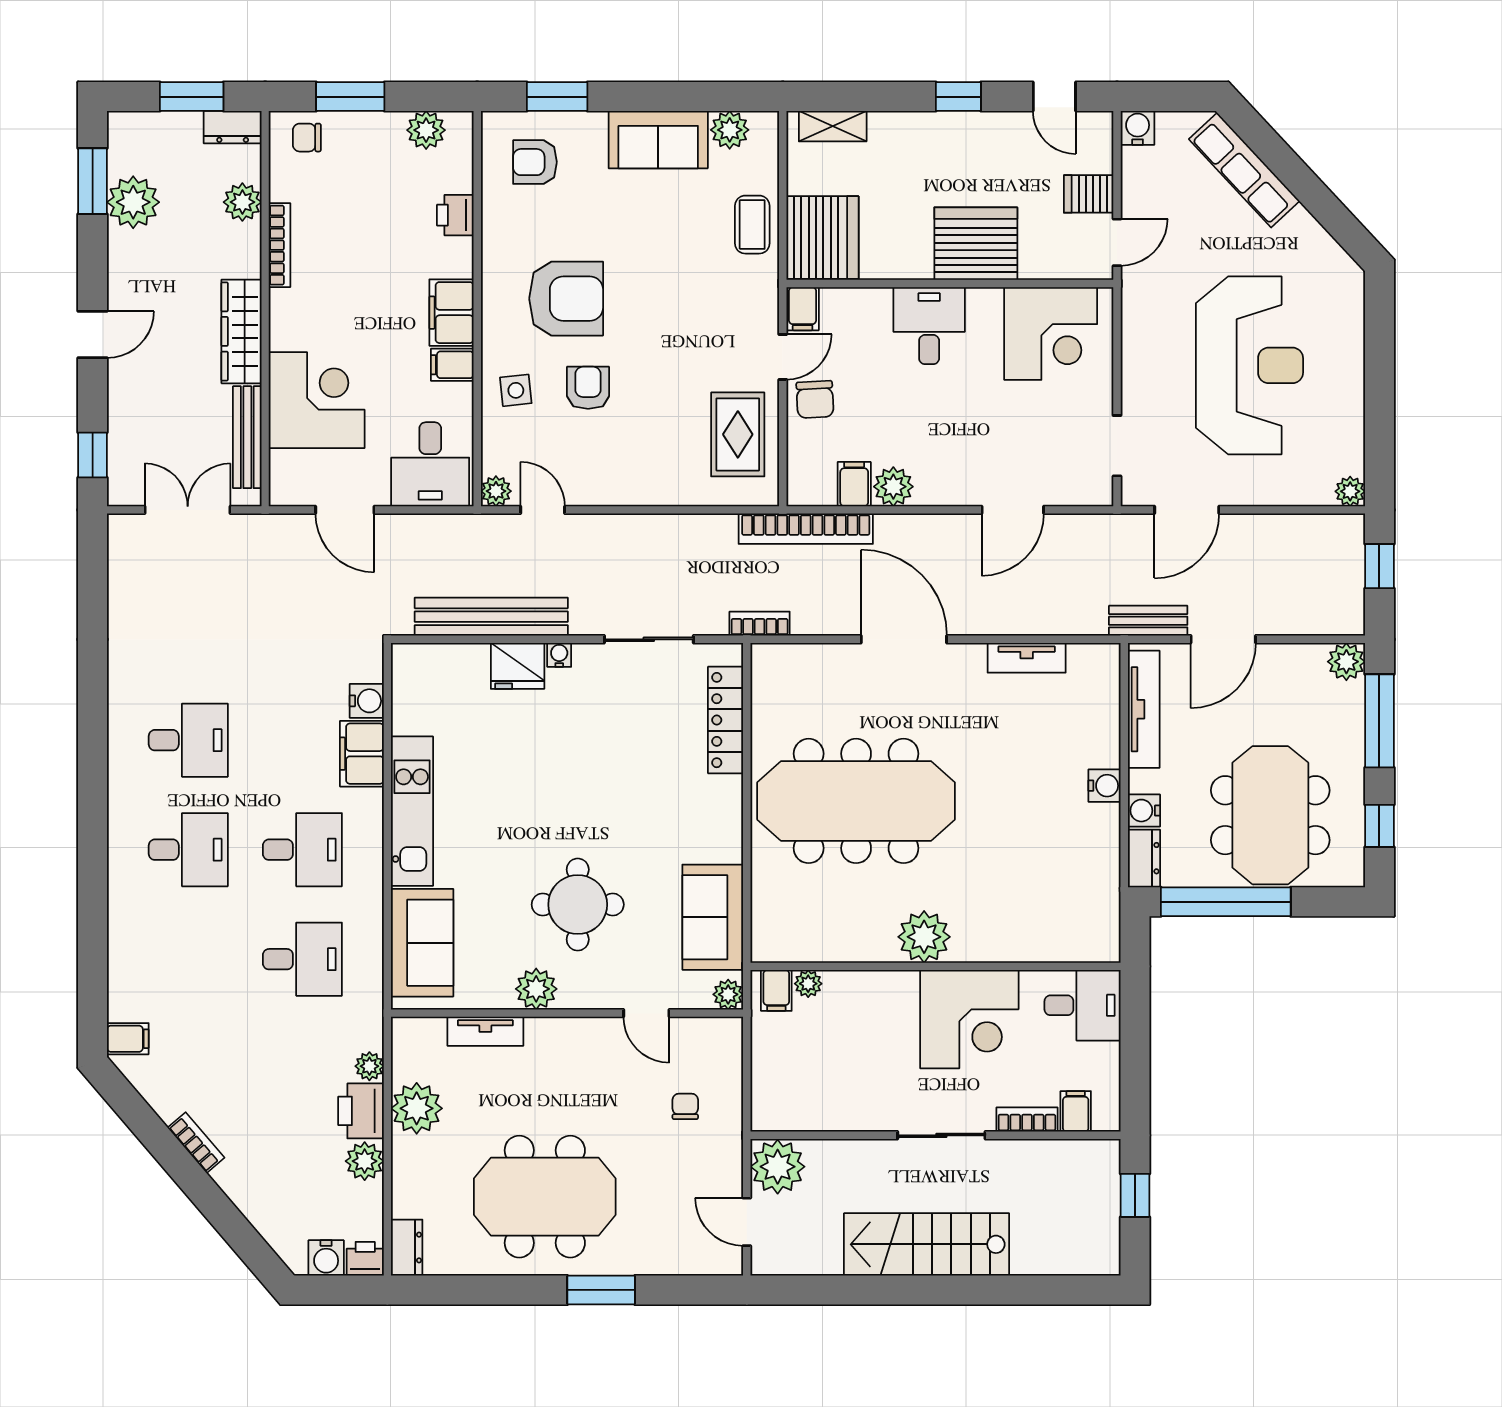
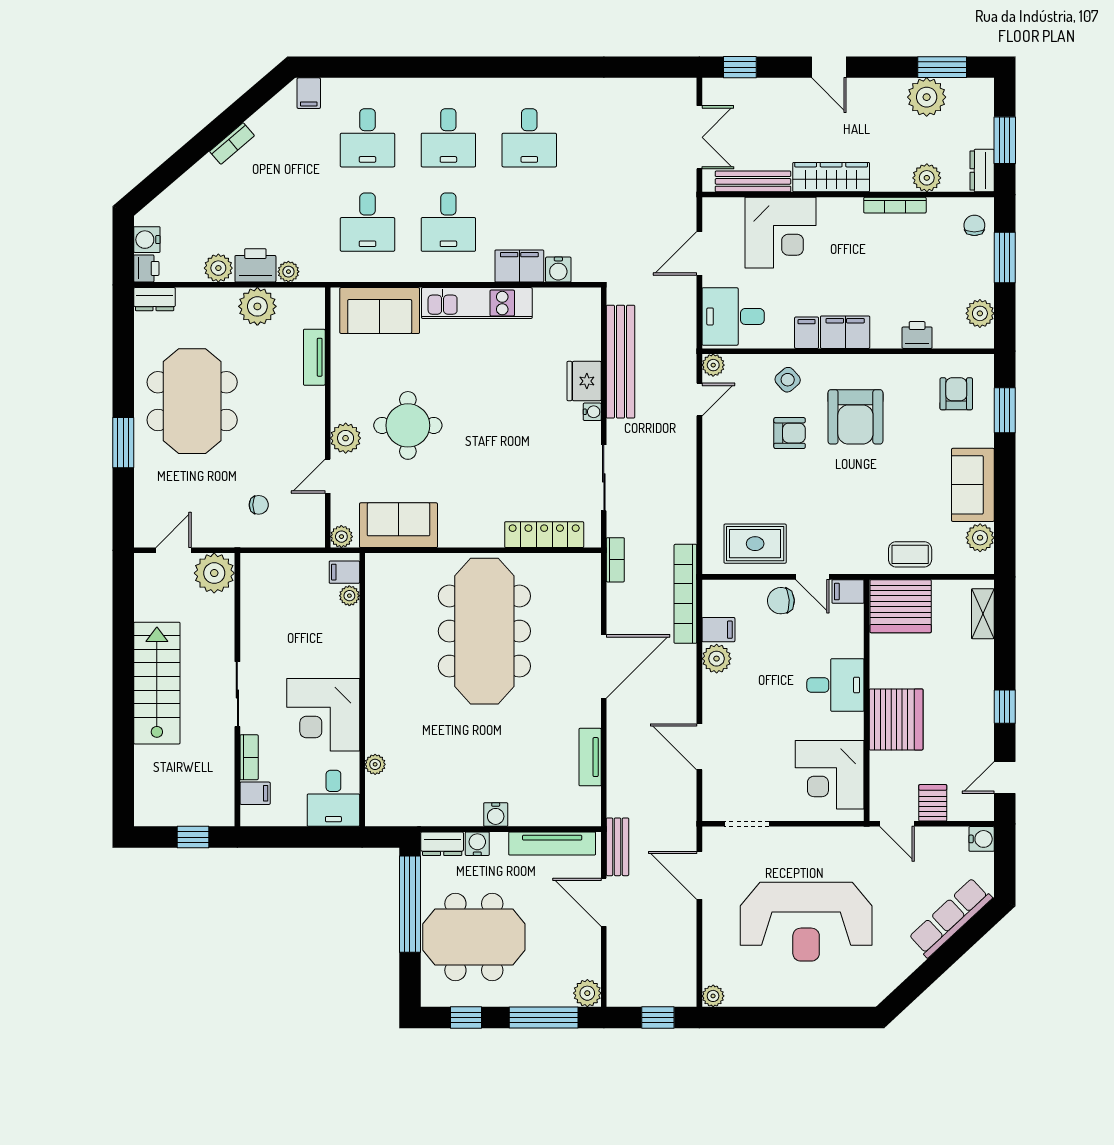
side table: (516, 390) -> (788, 380), turned -35
plant: (924, 937) -> (375, 764), moved, width x0.53, depth x0.53
desk: (188, 959) -> (367, 138), added
plant: (536, 989) -> (346, 438), moved

